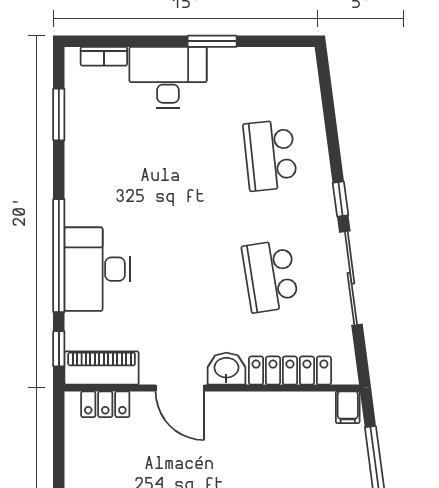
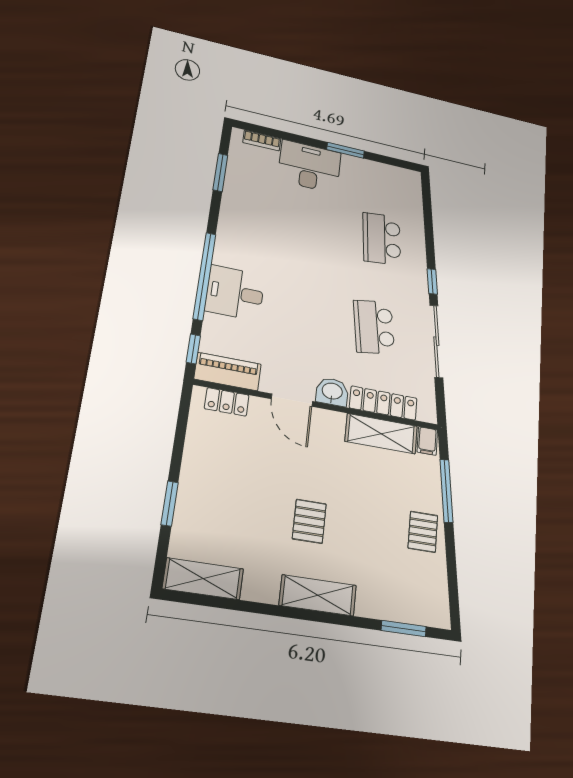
desk: (97, 269) -> (235, 293), width x0.73
shelving: (290, 409) -> (381, 434), added

